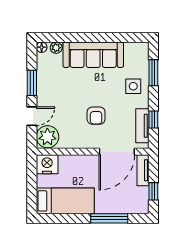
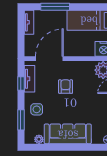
plant: (56, 48) -> (39, 139), moved
tv unit: (143, 170) -> (29, 22), moved
window: (153, 191) -> (21, 28), removed

